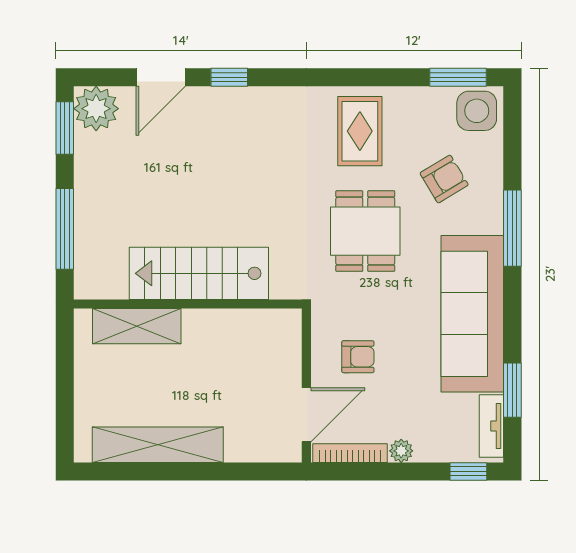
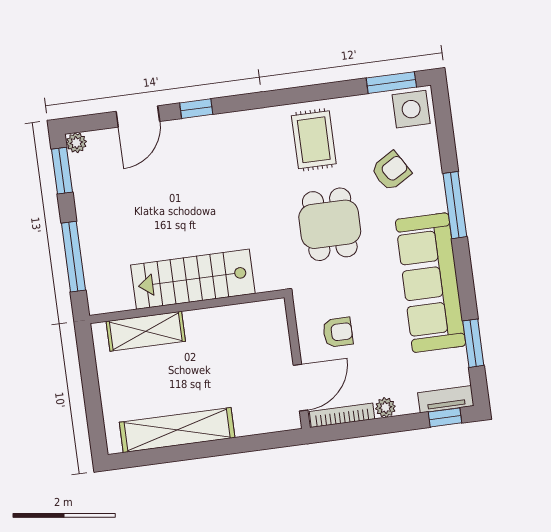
plant: (96, 109) -> (76, 143), width x0.53, depth x0.53
tv unit: (491, 426) -> (446, 399), moved, turned 90

